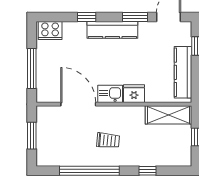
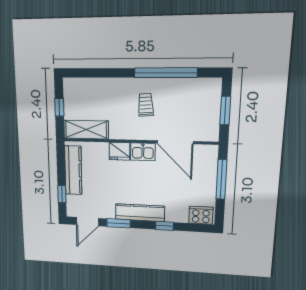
trolley: (108, 140) -> (146, 105), turned 81
window: (147, 171) -> (106, 73), removed

